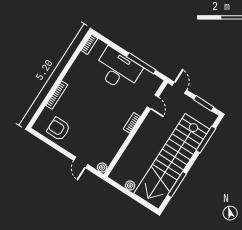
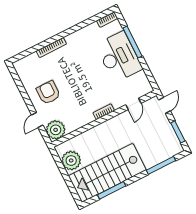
window: (141, 63) -> (132, 42), moved
armchair: (59, 129) -> (48, 93), moved
stairs: (172, 161) -> (107, 173), width x0.73
plant: (102, 168) -> (56, 130), width x1.87, depth x1.87
plant: (130, 185) -> (71, 161), width x1.88, depth x1.88

